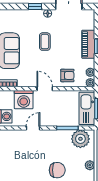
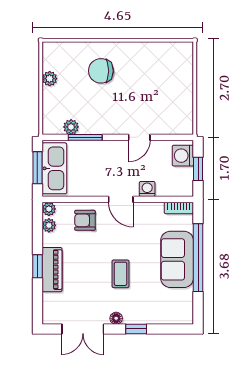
washing machine: (24, 100) -> (147, 189), width x0.53, depth x0.53
plant: (80, 139) -> (71, 127), width x0.53, depth x0.53

